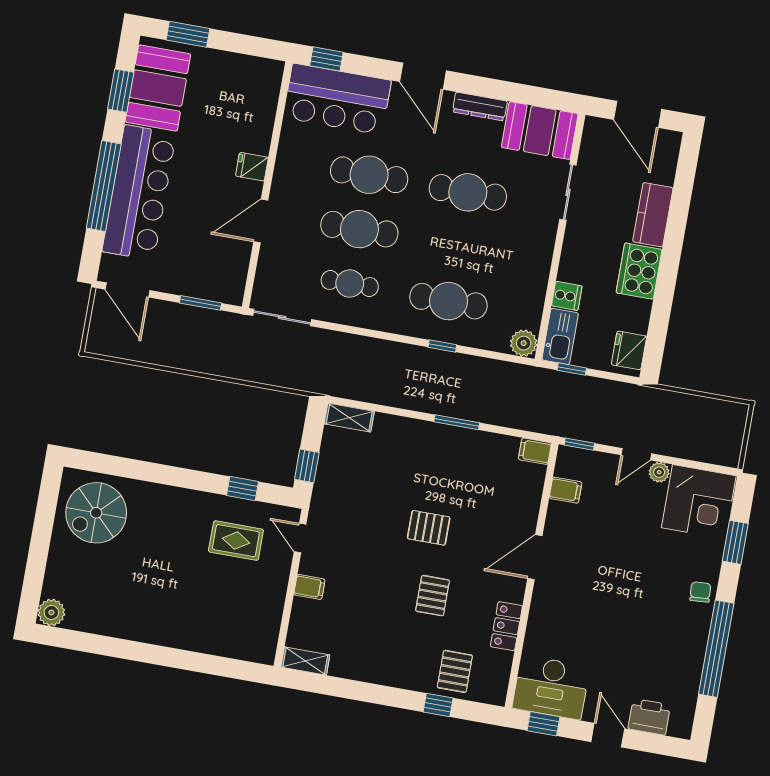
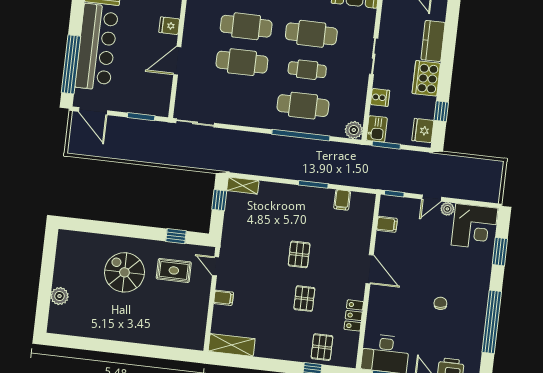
window: (104, 186) -> (71, 64), moved
sliding door: (568, 192) -> (374, 56), moved
cafe table: (350, 284) -> (307, 70), moved
window: (659, 323) -> (441, 111), added
kitchen sink: (560, 336) -> (377, 129), width x0.73
window: (442, 346) -> (301, 135), width x3.17
window: (572, 369) -> (386, 145), width x1.50
filing cabinet: (535, 451) -> (342, 200), moved, turned -90
window: (307, 466) -> (219, 200), moved
spiral stairs: (96, 513) -> (124, 272), moved, turned 90
pallet: (429, 528) -> (299, 254), turned 90
door: (535, 557) -> (370, 269), swing flipped
chair: (700, 592) -> (440, 303), moved
plant: (51, 612) -> (59, 296), moved
shelving: (305, 661) -> (232, 345), width x1.50, depth x1.33

